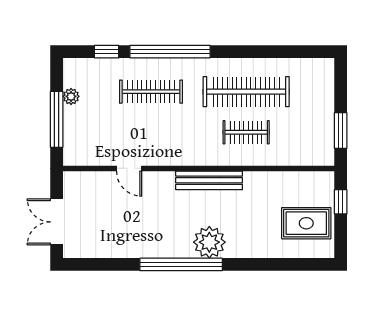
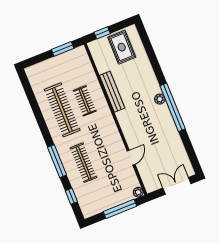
window: (170, 52) -> (57, 161), width x0.68
plant: (71, 96) -> (138, 192), moved
bench: (209, 180) -> (112, 92), moved
double door: (57, 222) -> (177, 186), swing flipped
plant: (209, 242) -> (160, 99), width x0.53, depth x0.53

